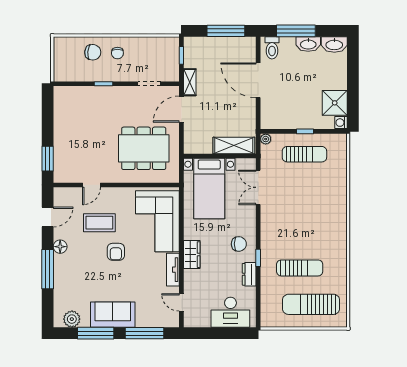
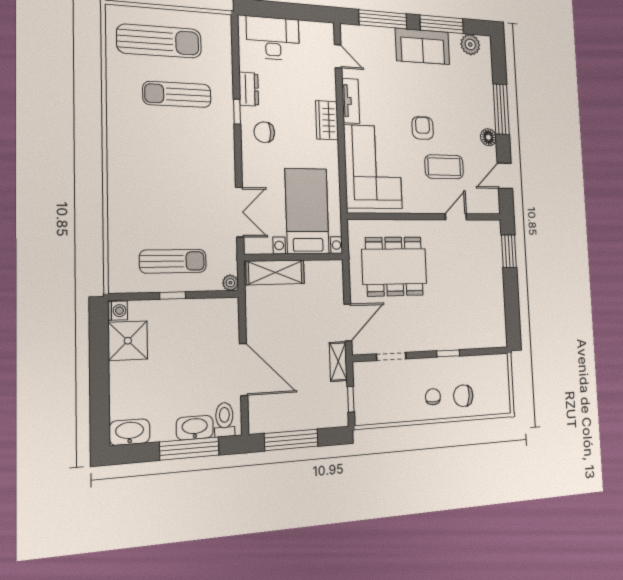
washbasin: (308, 44) -> (195, 428), moved
sun lounger: (304, 154) -> (173, 261), turned 180

